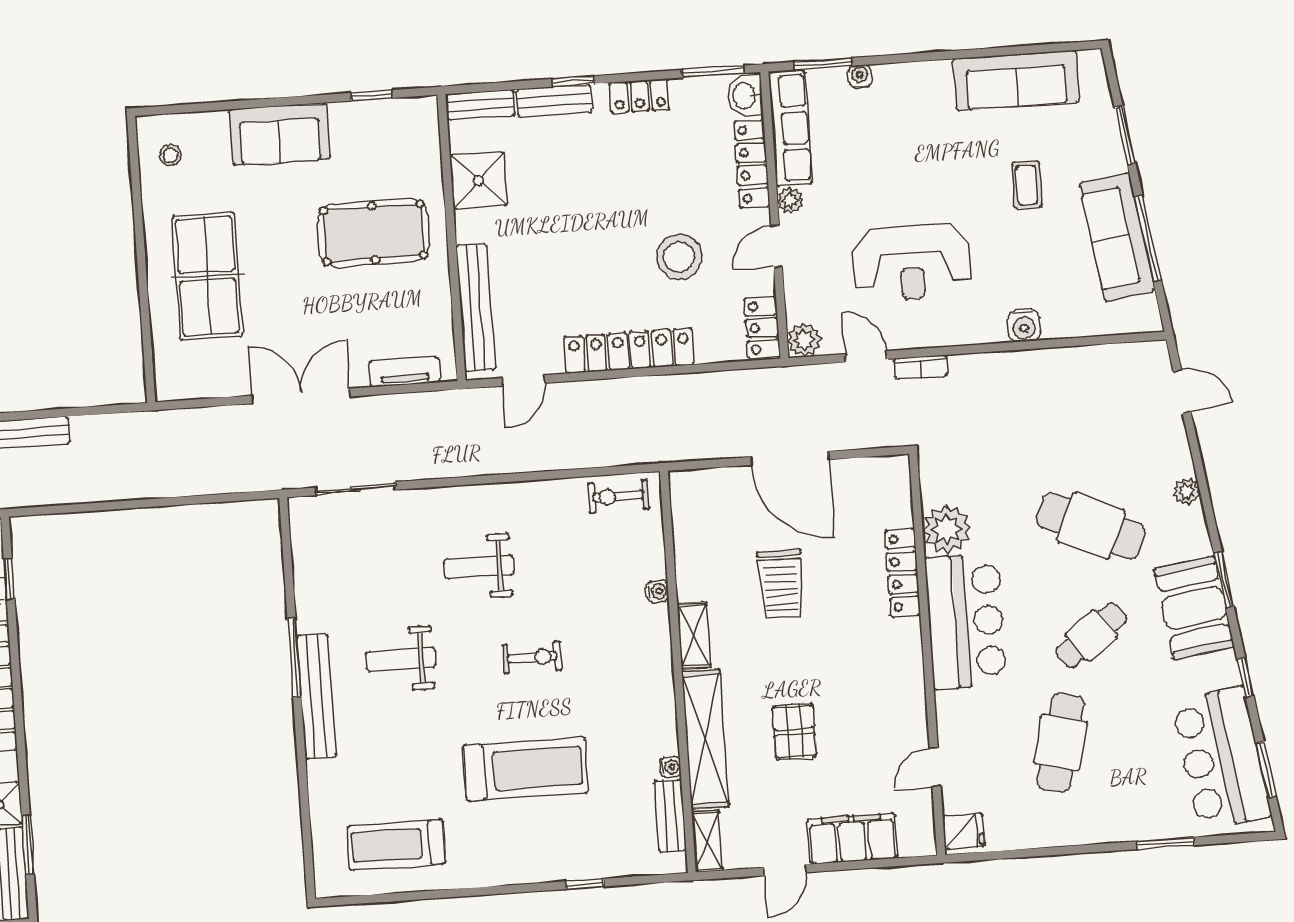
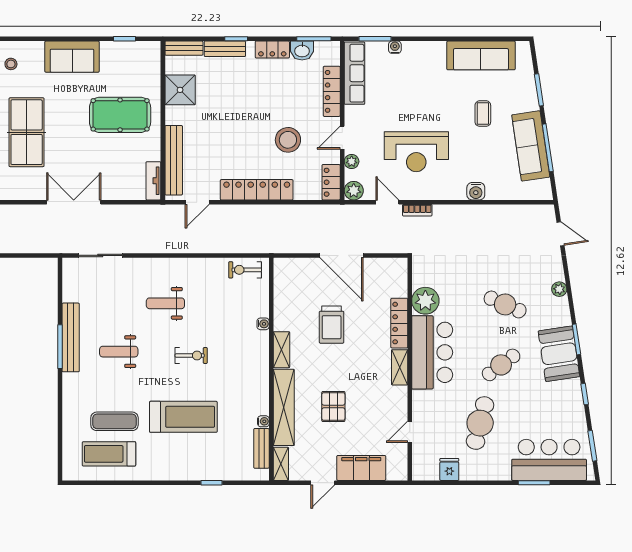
washbasin: (745, 96) -> (302, 50), moved, turned -90
plant: (790, 201) -> (352, 161), moved
tv unit: (405, 372) -> (153, 181), moved, turned -90
cafe table: (1091, 526) -> (505, 304), width x0.73, depth x0.74
shelving: (909, 652) -> (400, 367), added
bench: (316, 696) -> (71, 337), moved
bar counter: (1221, 759) -> (549, 460), moved, turned 99
exercise mat: (402, 786) -> (114, 421), added
fridge: (964, 831) -> (449, 469), moved, turned -90

